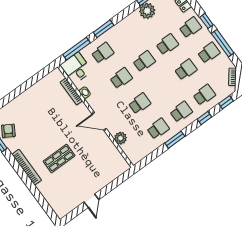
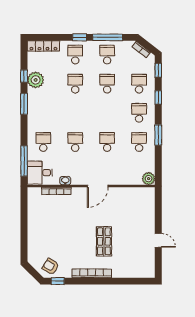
window: (104, 29) -> (24, 104), moved
school desk: (144, 61) -> (75, 113), removed
plant: (120, 138) -> (149, 179), moved

